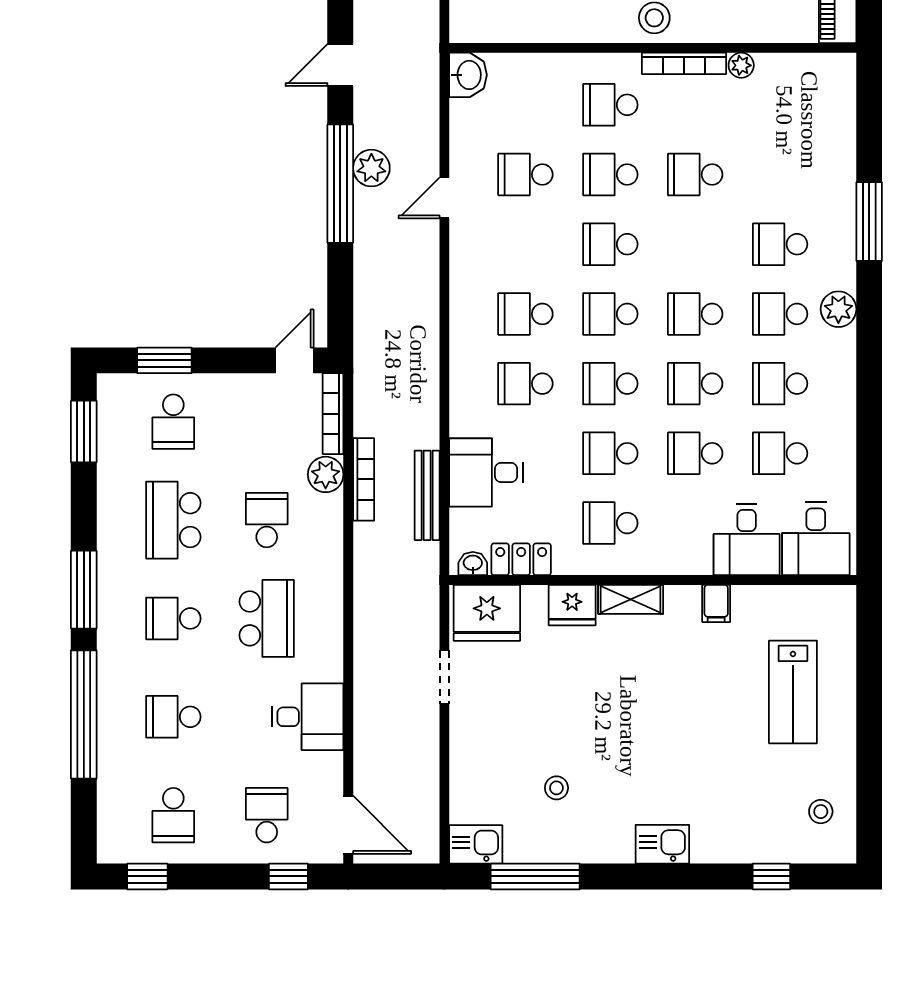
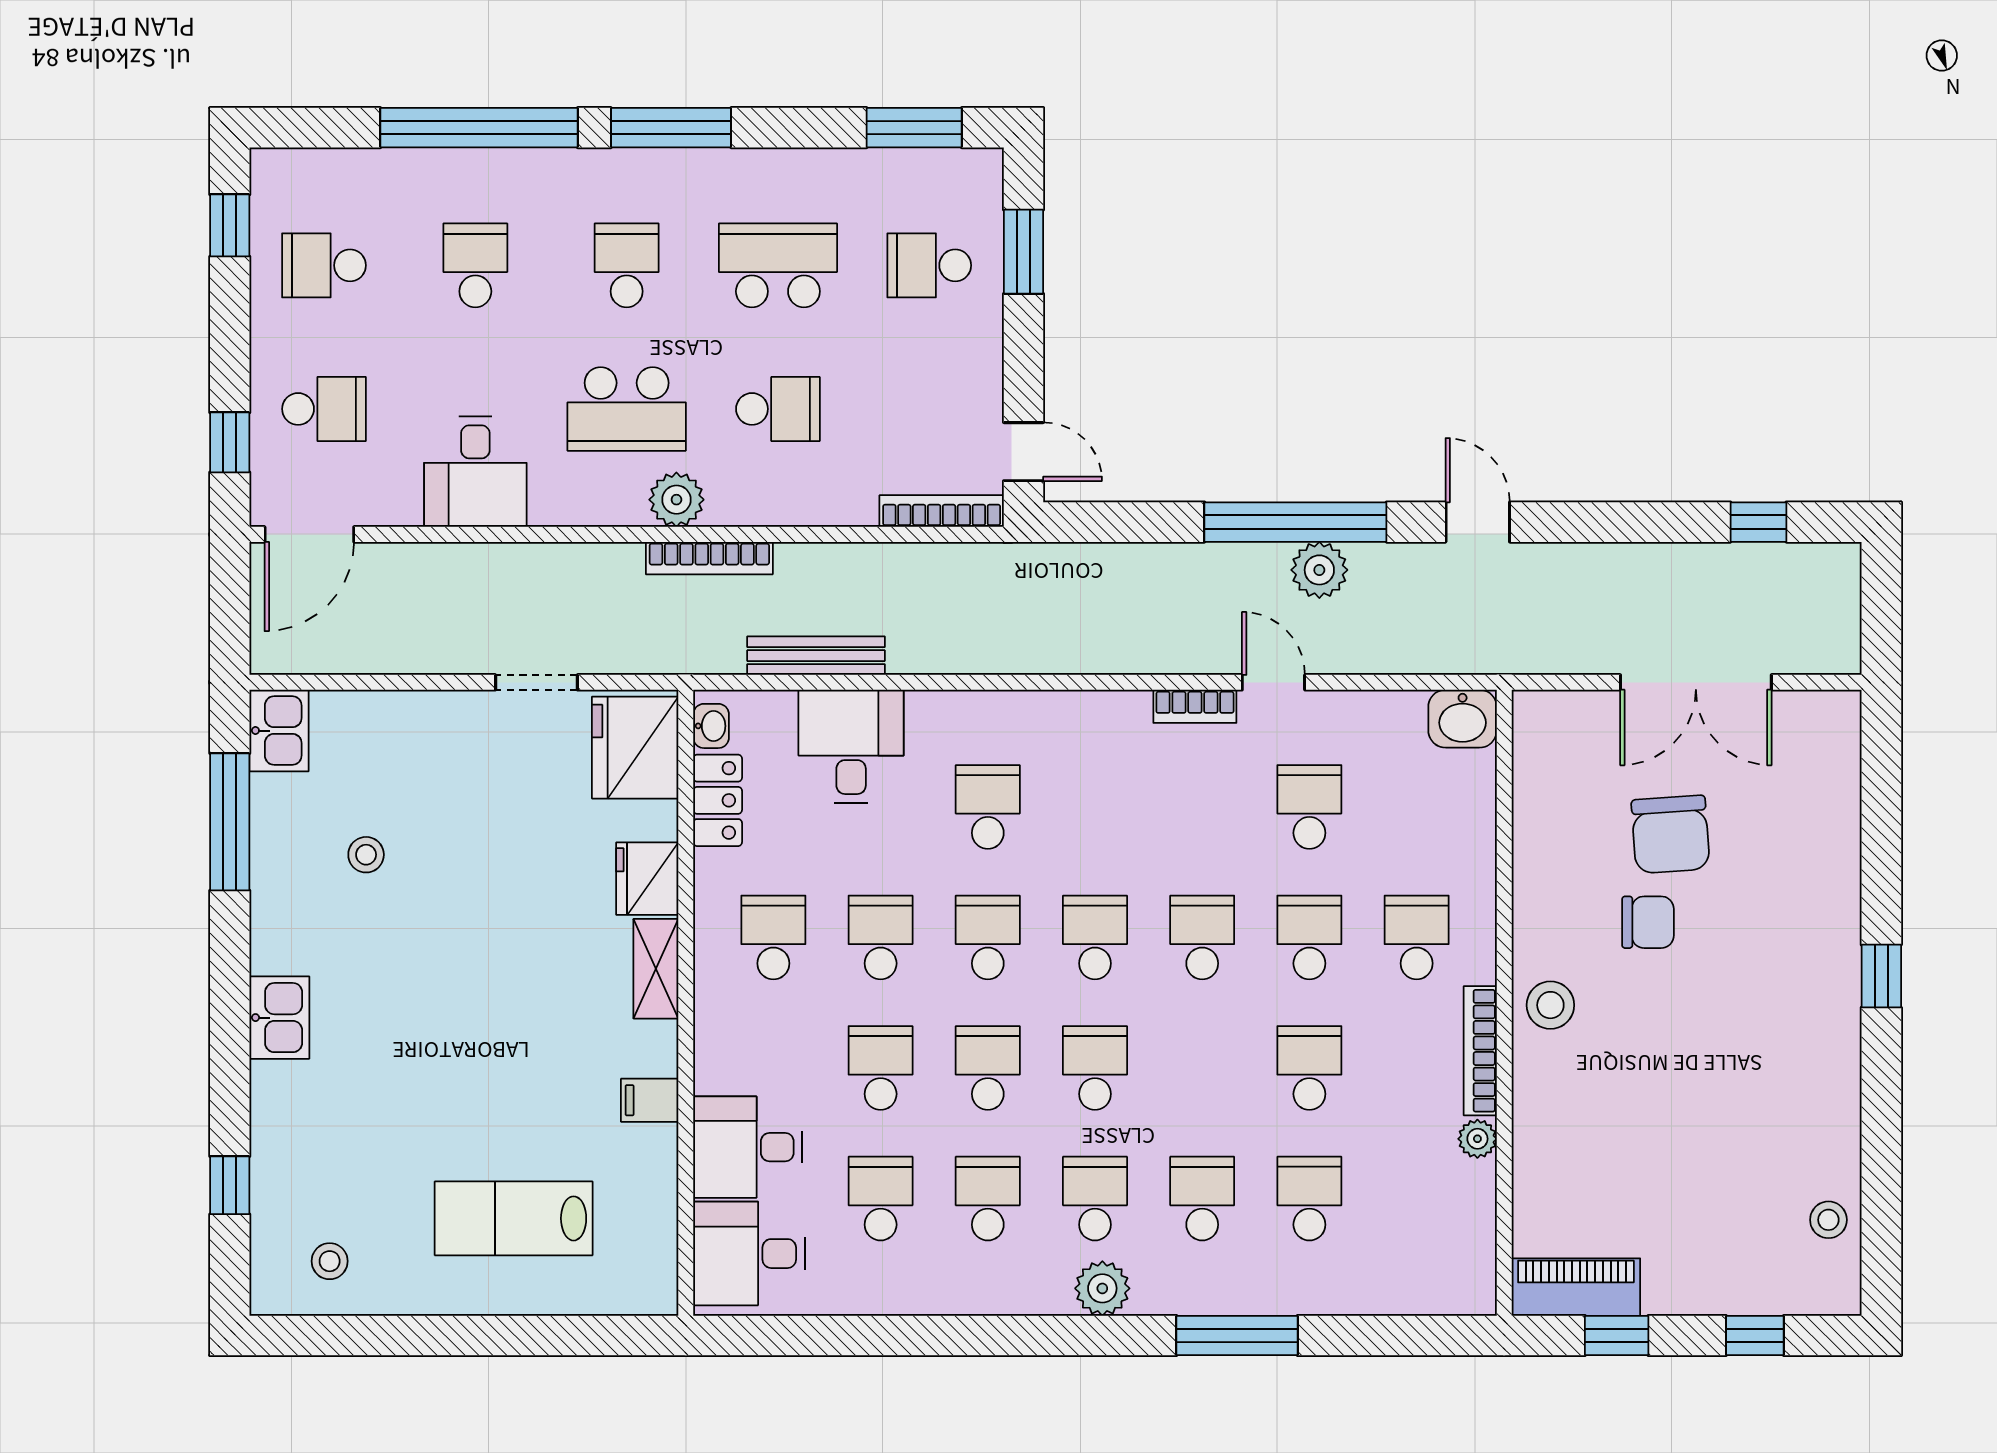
bookcase: (460, 249) -> (1195, 706), added
school desk: (525, 314) -> (1309, 1199), moved
plant: (326, 474) -> (676, 500), moved
bookcase: (364, 479) -> (709, 558), moved

